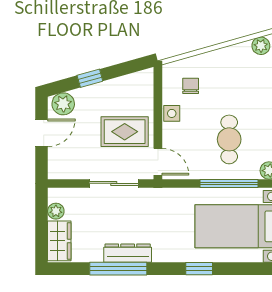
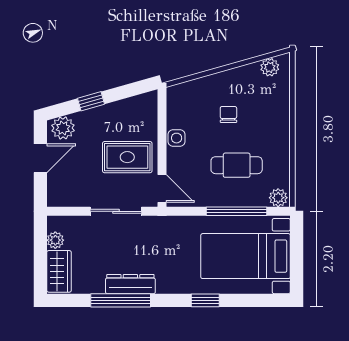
chair: (191, 86) -> (228, 114), moved
cafe table: (229, 139) -> (237, 165), turned 90

